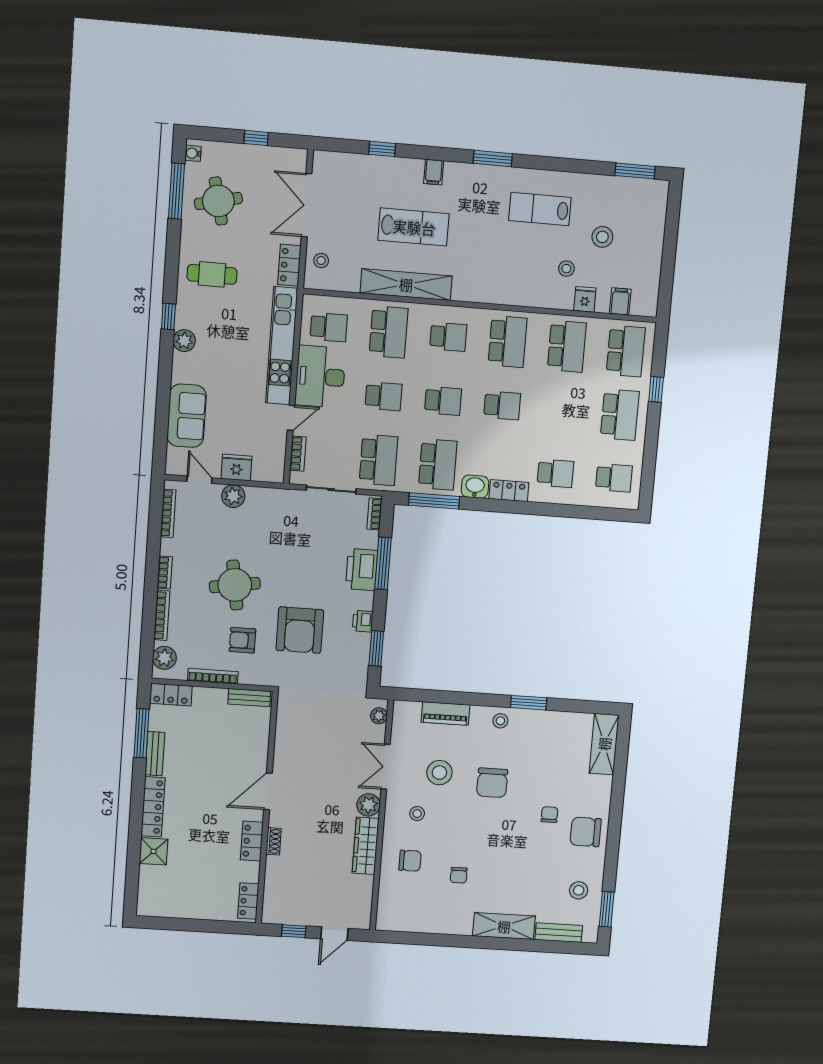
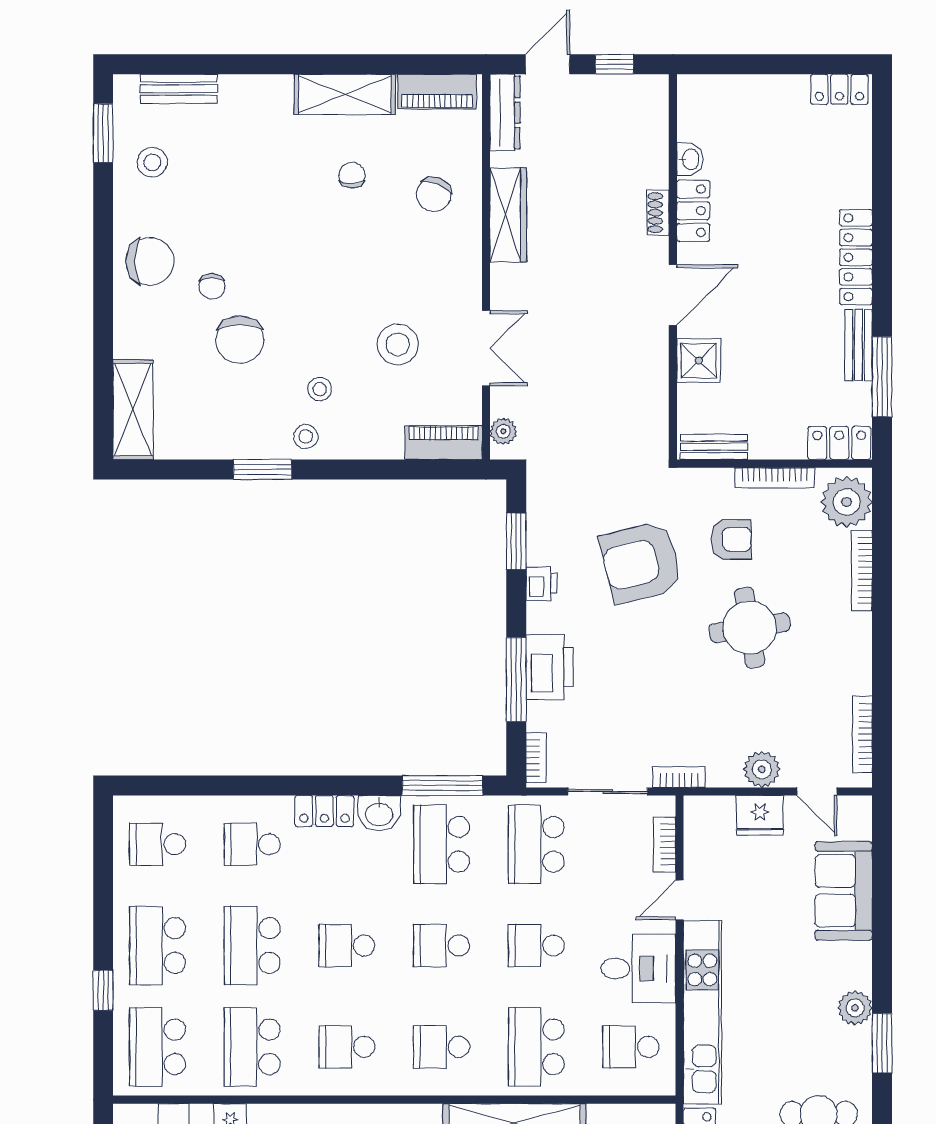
window: (168, 317) -> (882, 1043), width x1.50
school desk: (508, 342) -> (347, 1047), width x0.54
desk: (320, 377) -> (638, 969), width x0.73
school desk: (561, 410) -> (252, 946), added
bookcase: (165, 573) -> (679, 777), moved, turned 90
armchair: (300, 630) -> (641, 562), turned -104
plant: (164, 658) -> (847, 502), width x1.36, depth x1.36
piano: (446, 714) -> (444, 442), moved
chair: (492, 783) -> (240, 340), moved, turned 180
plant: (368, 805) -> (509, 283), removed
stool: (417, 814) -> (320, 389), moved
shower: (154, 851) -> (699, 361), moved
chair: (410, 861) -> (434, 194), turned -68
washbasin: (252, 872) -> (690, 159), added
locker: (248, 901) -> (839, 89), moved, turned 90
dresser: (363, 907) -> (505, 113), added
piano: (403, 922) -> (437, 92), added
shelving: (504, 926) -> (345, 94), moved

